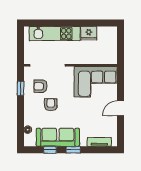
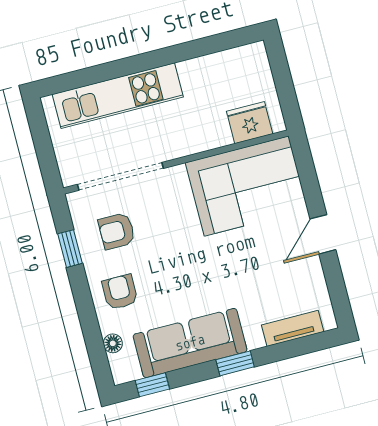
fridge: (89, 33) -> (250, 123), moved, turned 180
armchair: (51, 105) -> (120, 292), moved
window: (50, 150) -> (152, 385), moved

